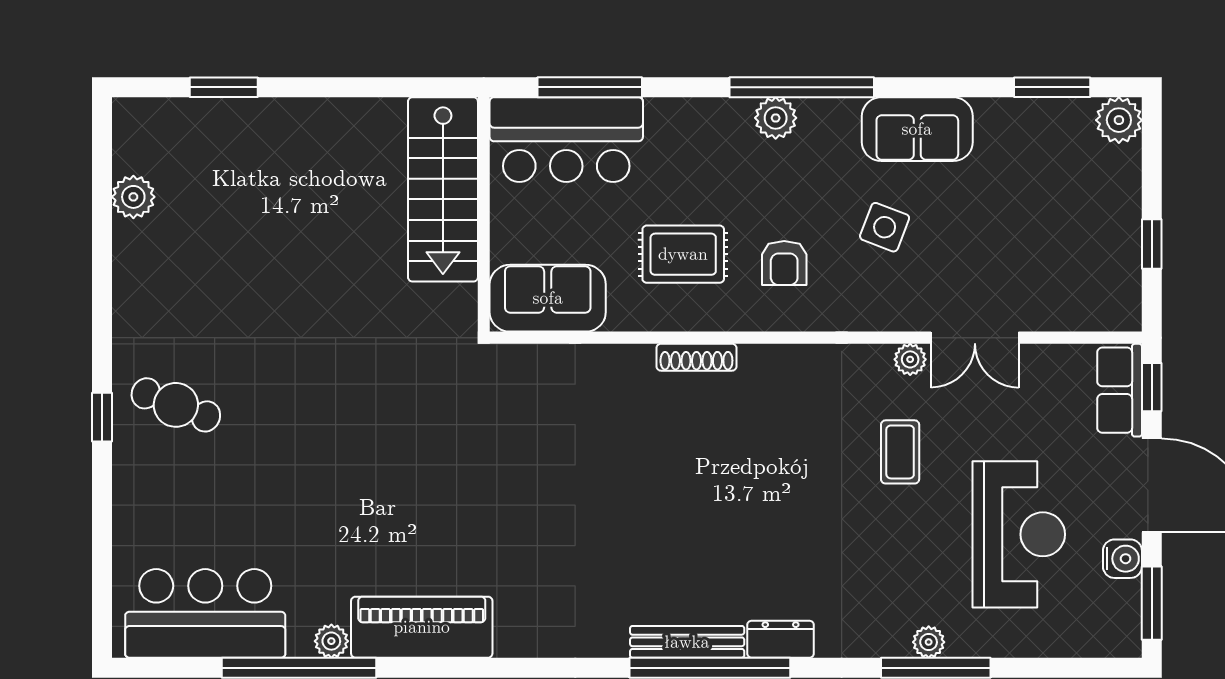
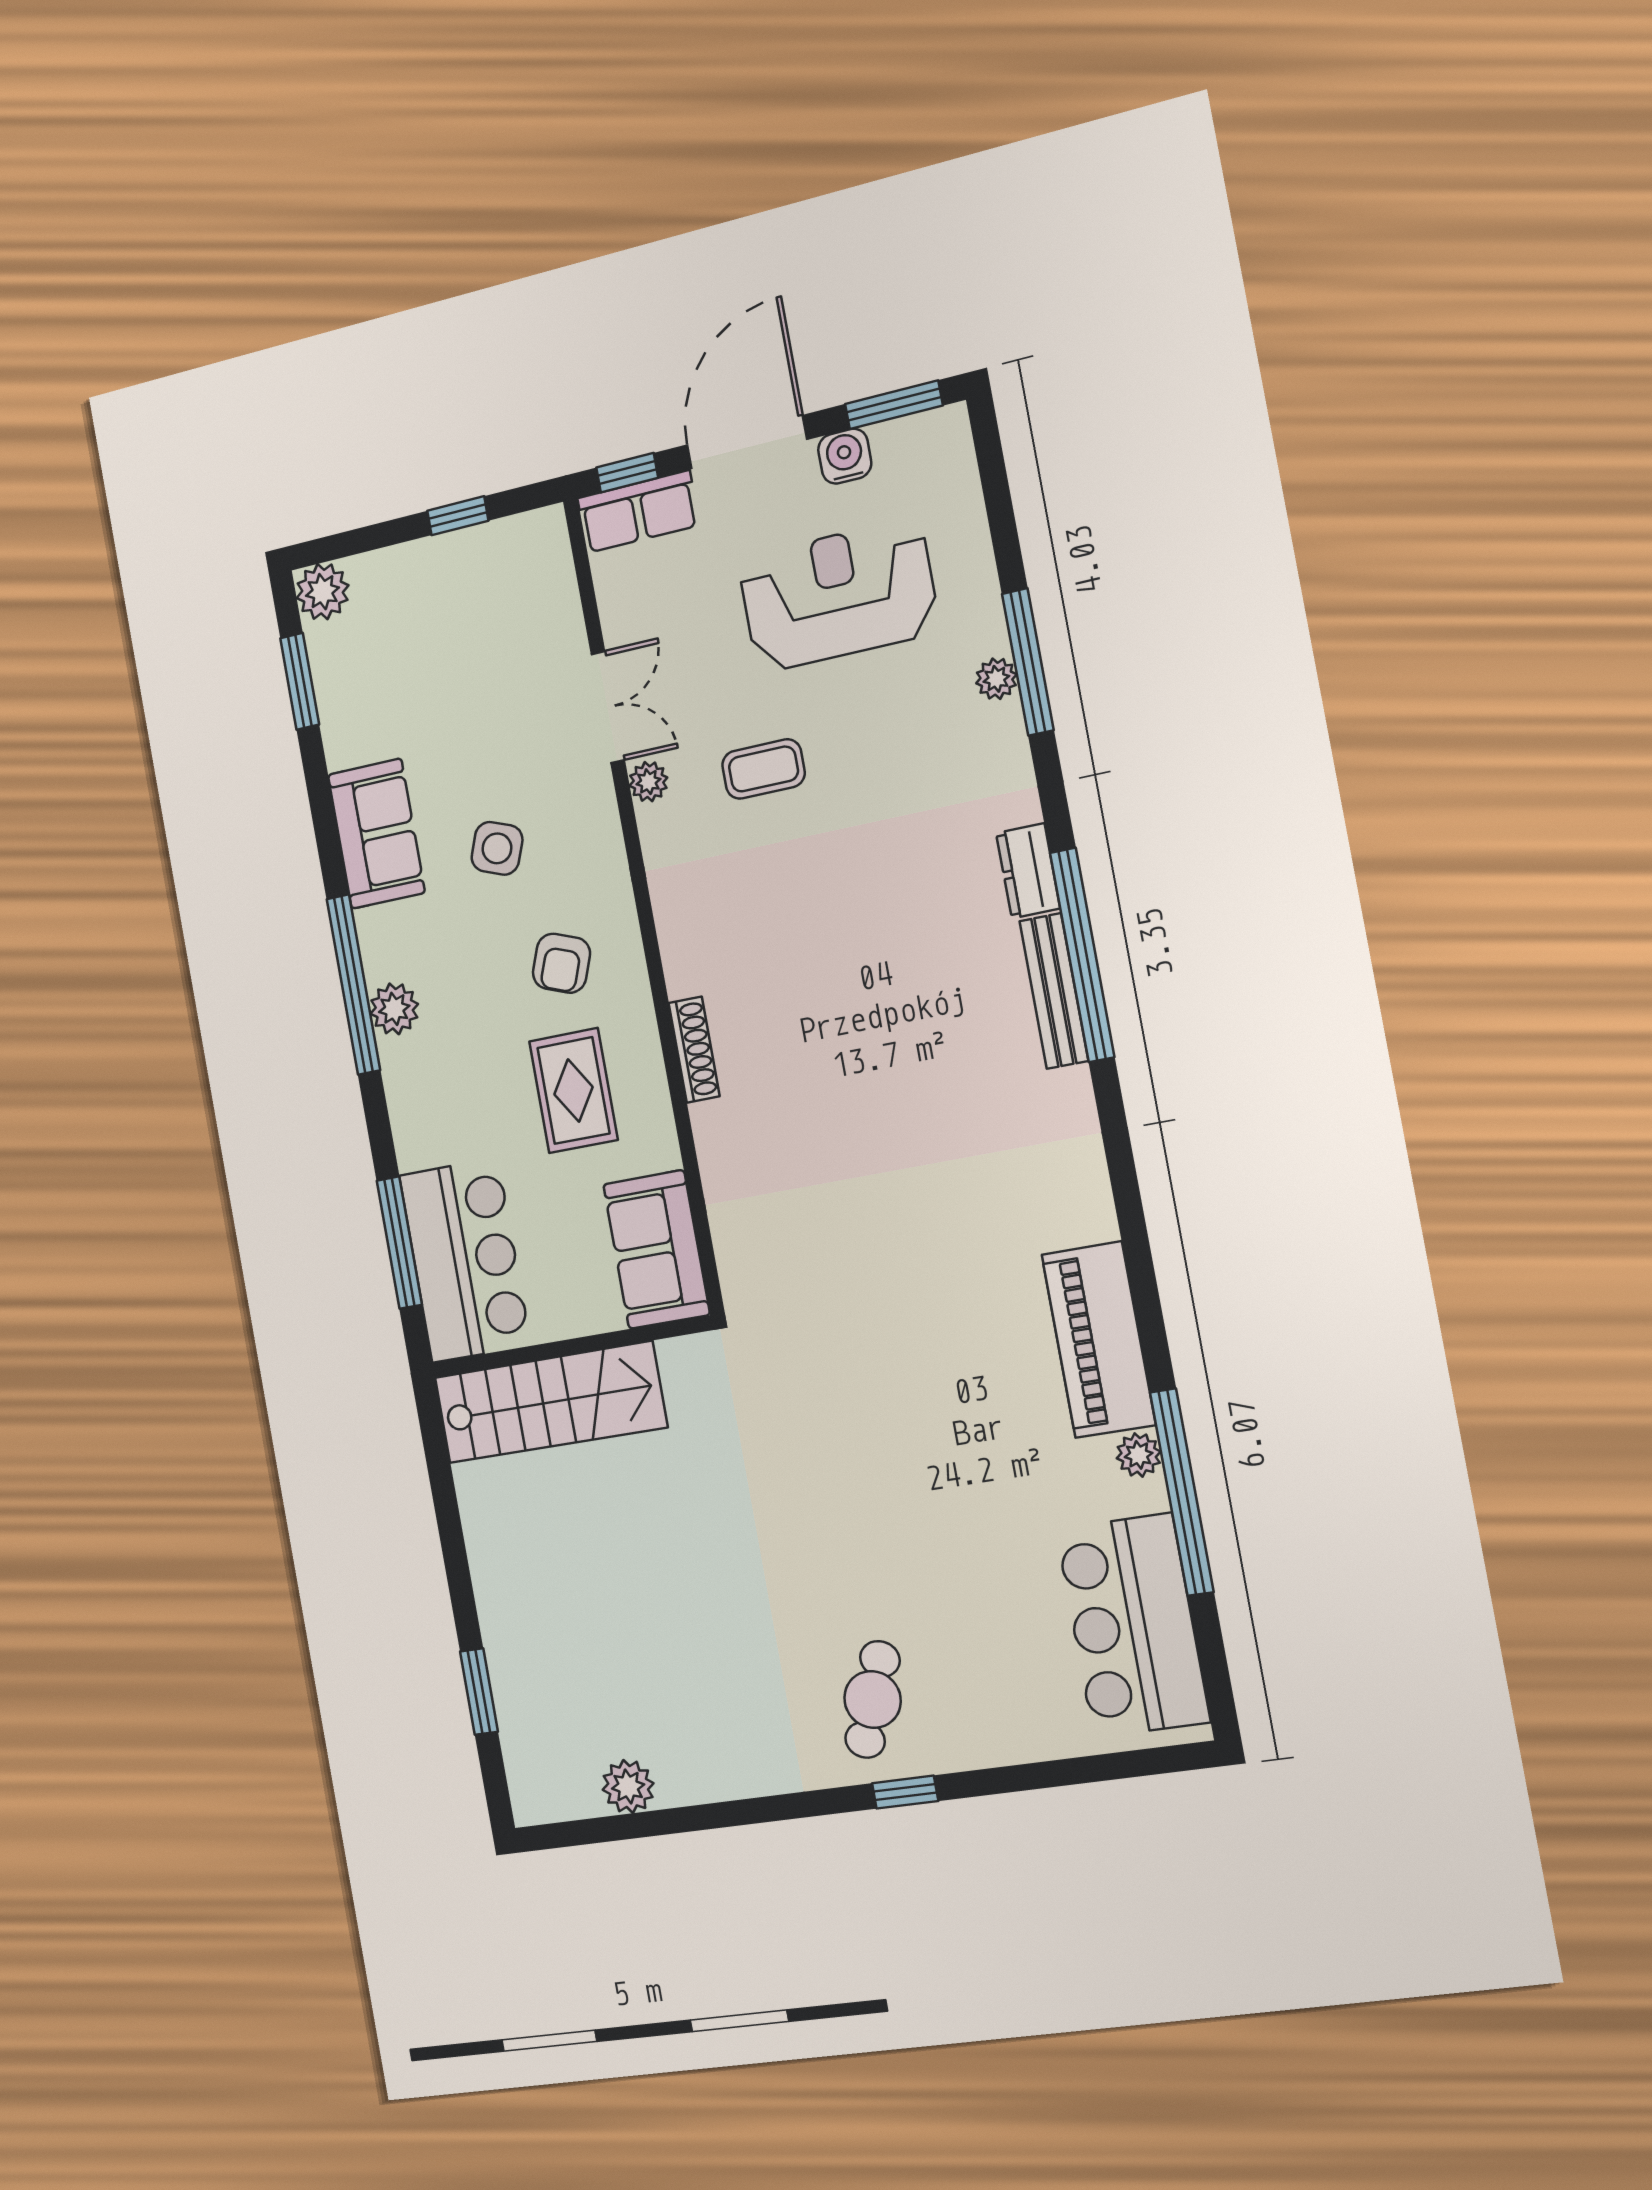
armchair: (784, 263) -> (561, 963), turned 111

